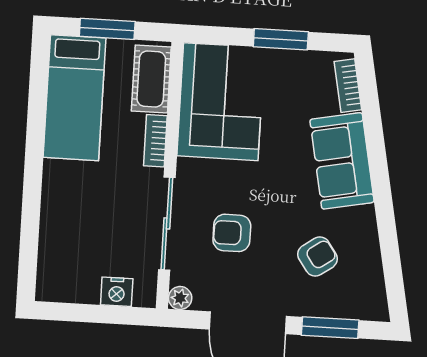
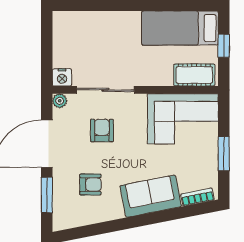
window: (107, 29) -> (224, 46), width x0.67
bookcase: (155, 141) -> (156, 80), removed
armchair: (318, 257) -> (90, 184), turned -55
nightstand: (117, 292) -> (62, 77), moved, turned -90

